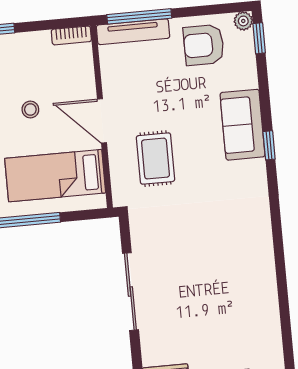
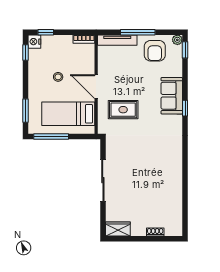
window: (139, 16) -> (138, 32), moved
armchair: (204, 45) -> (155, 51), turned -90
rug: (156, 159) -> (123, 110), turned 90

